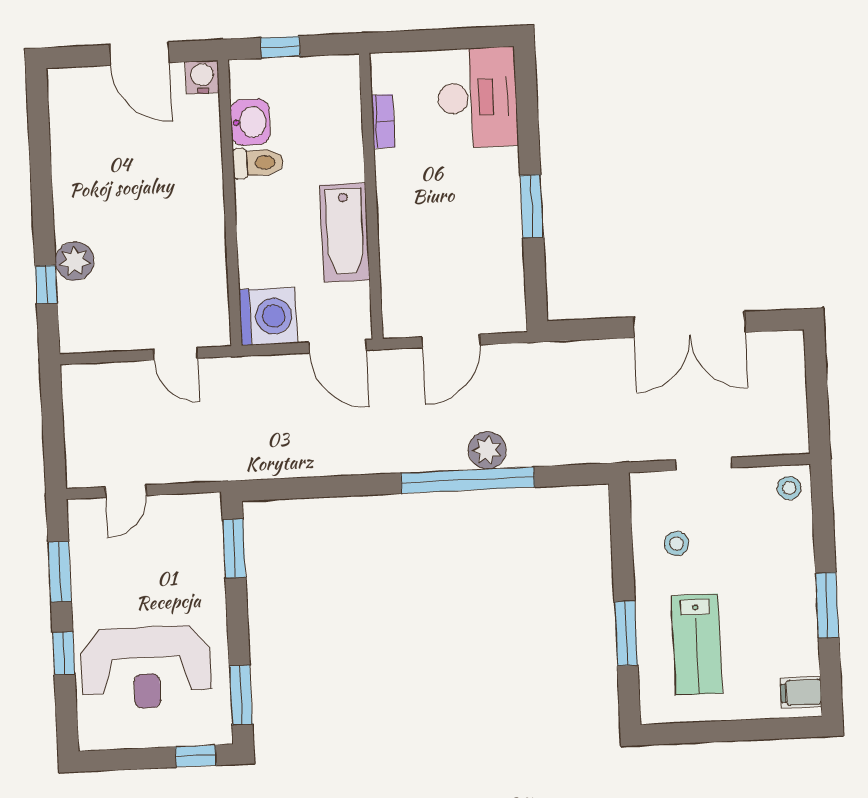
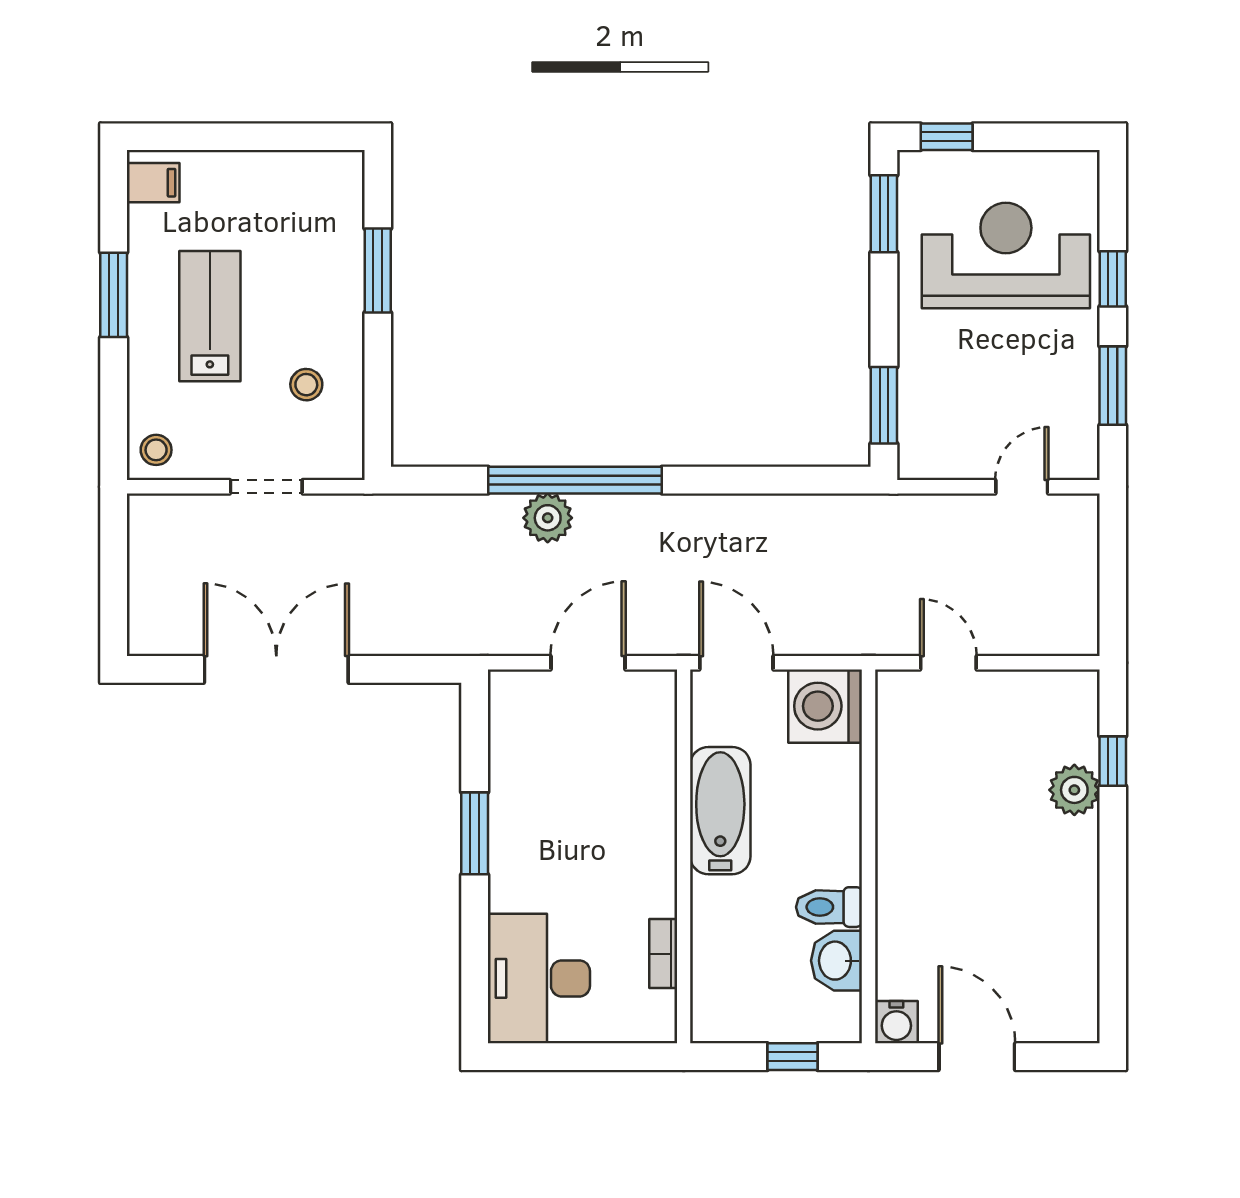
lab bench: (697, 644) -> (210, 316), moved

